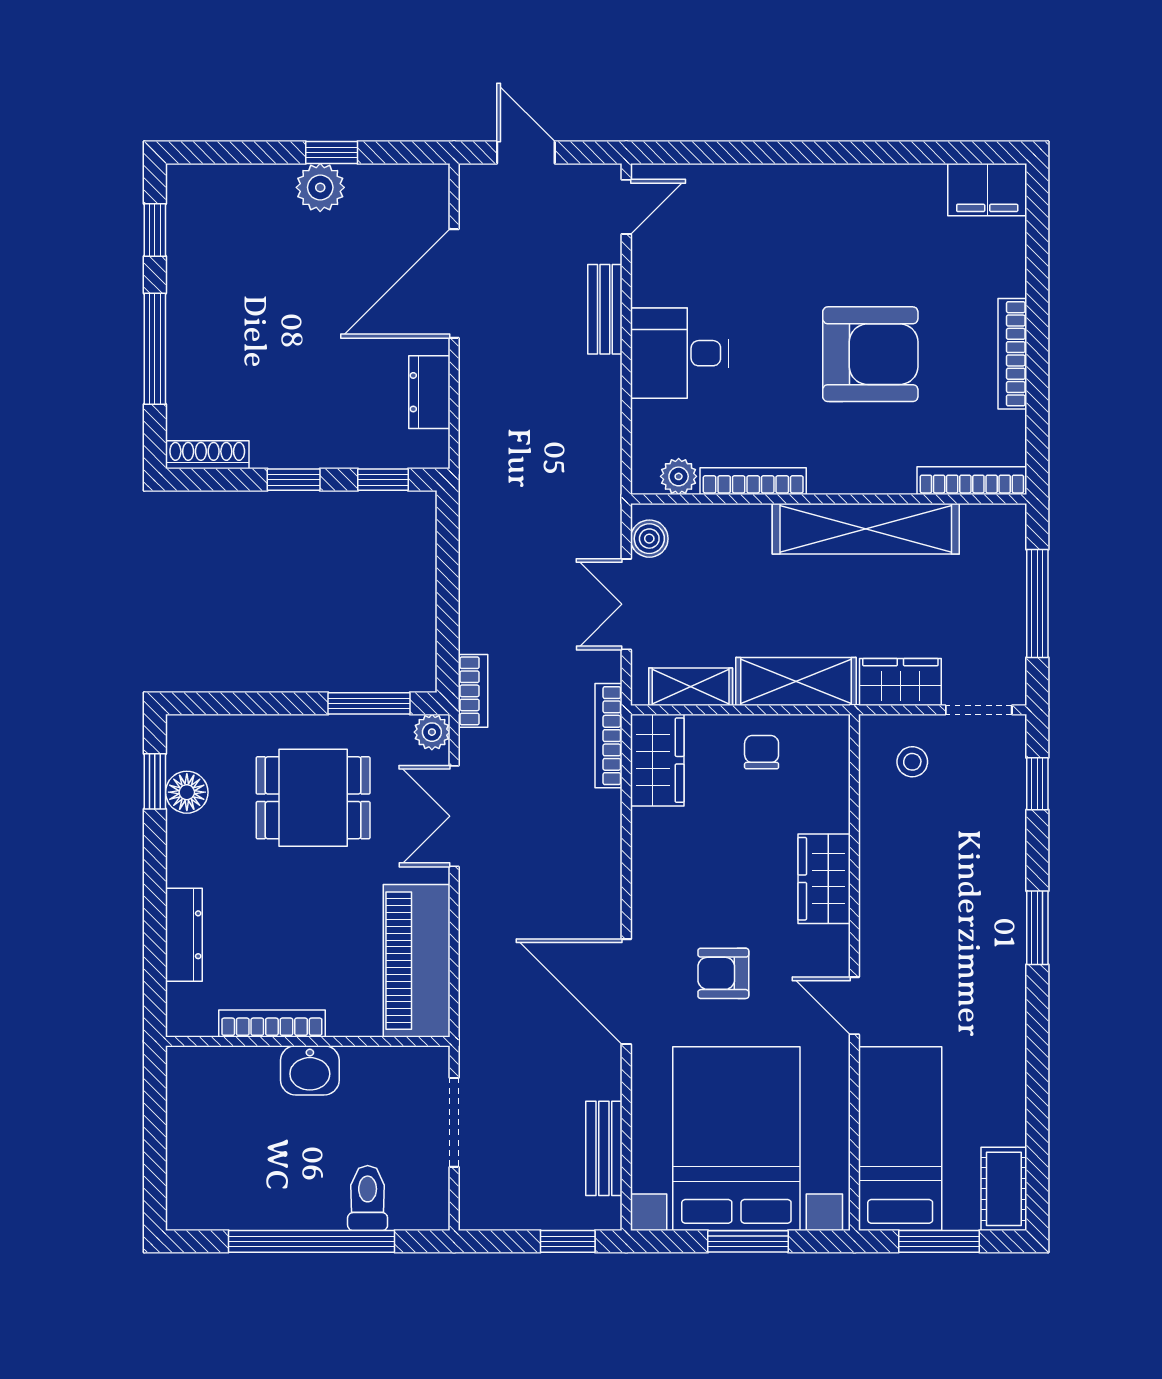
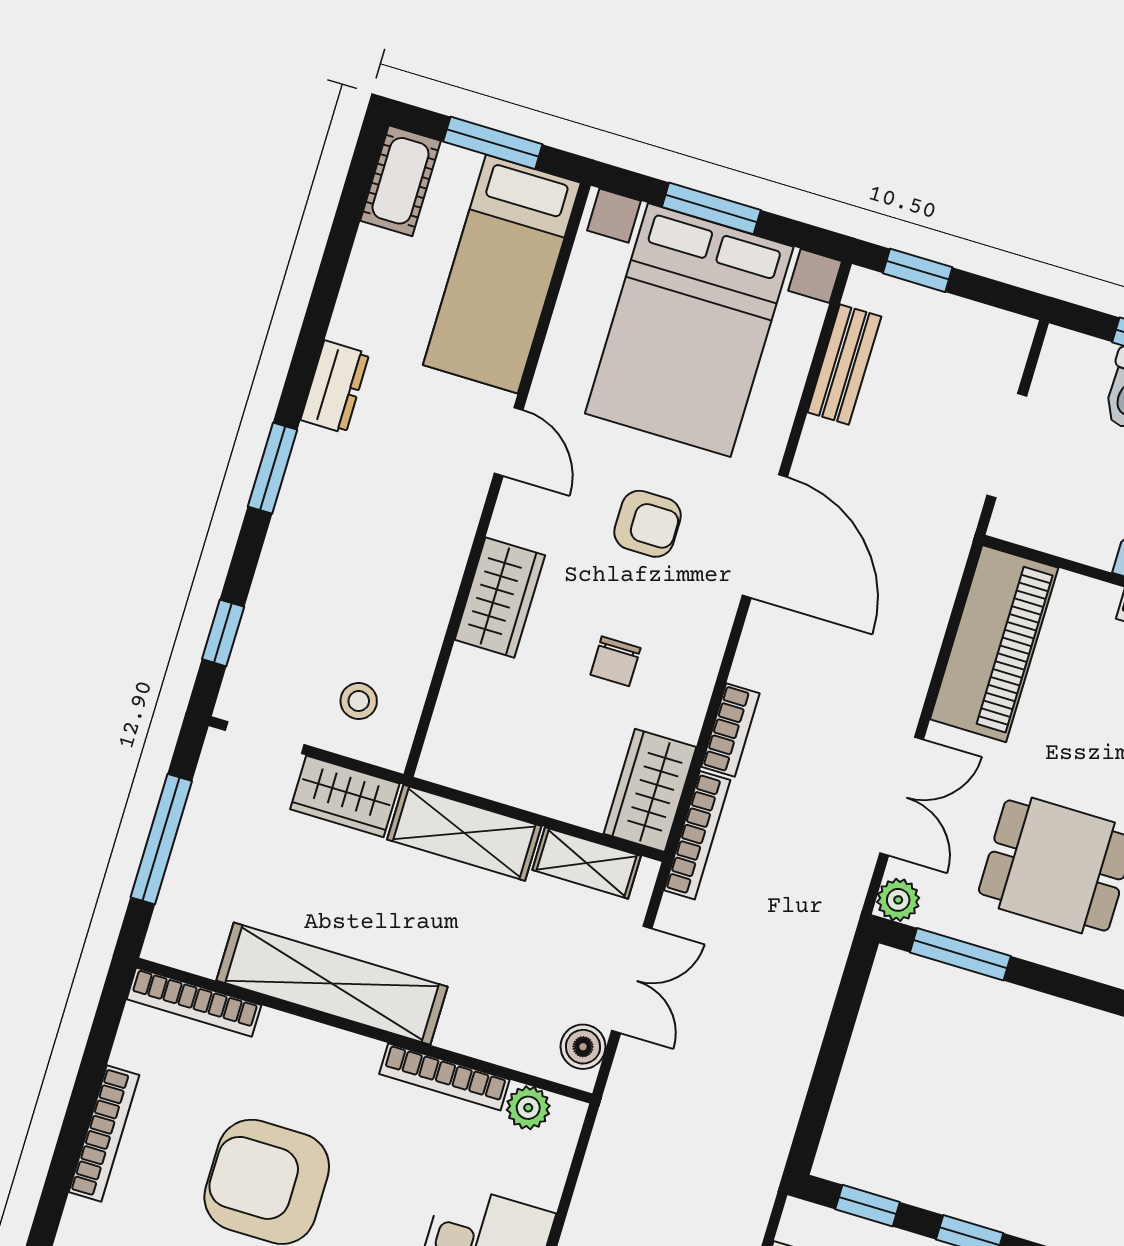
bookcase: (473, 691) -> (730, 730), moved, turned 180
chair: (762, 752) -> (615, 661), moved
dresser: (1007, 1008) -> (335, 387), added

